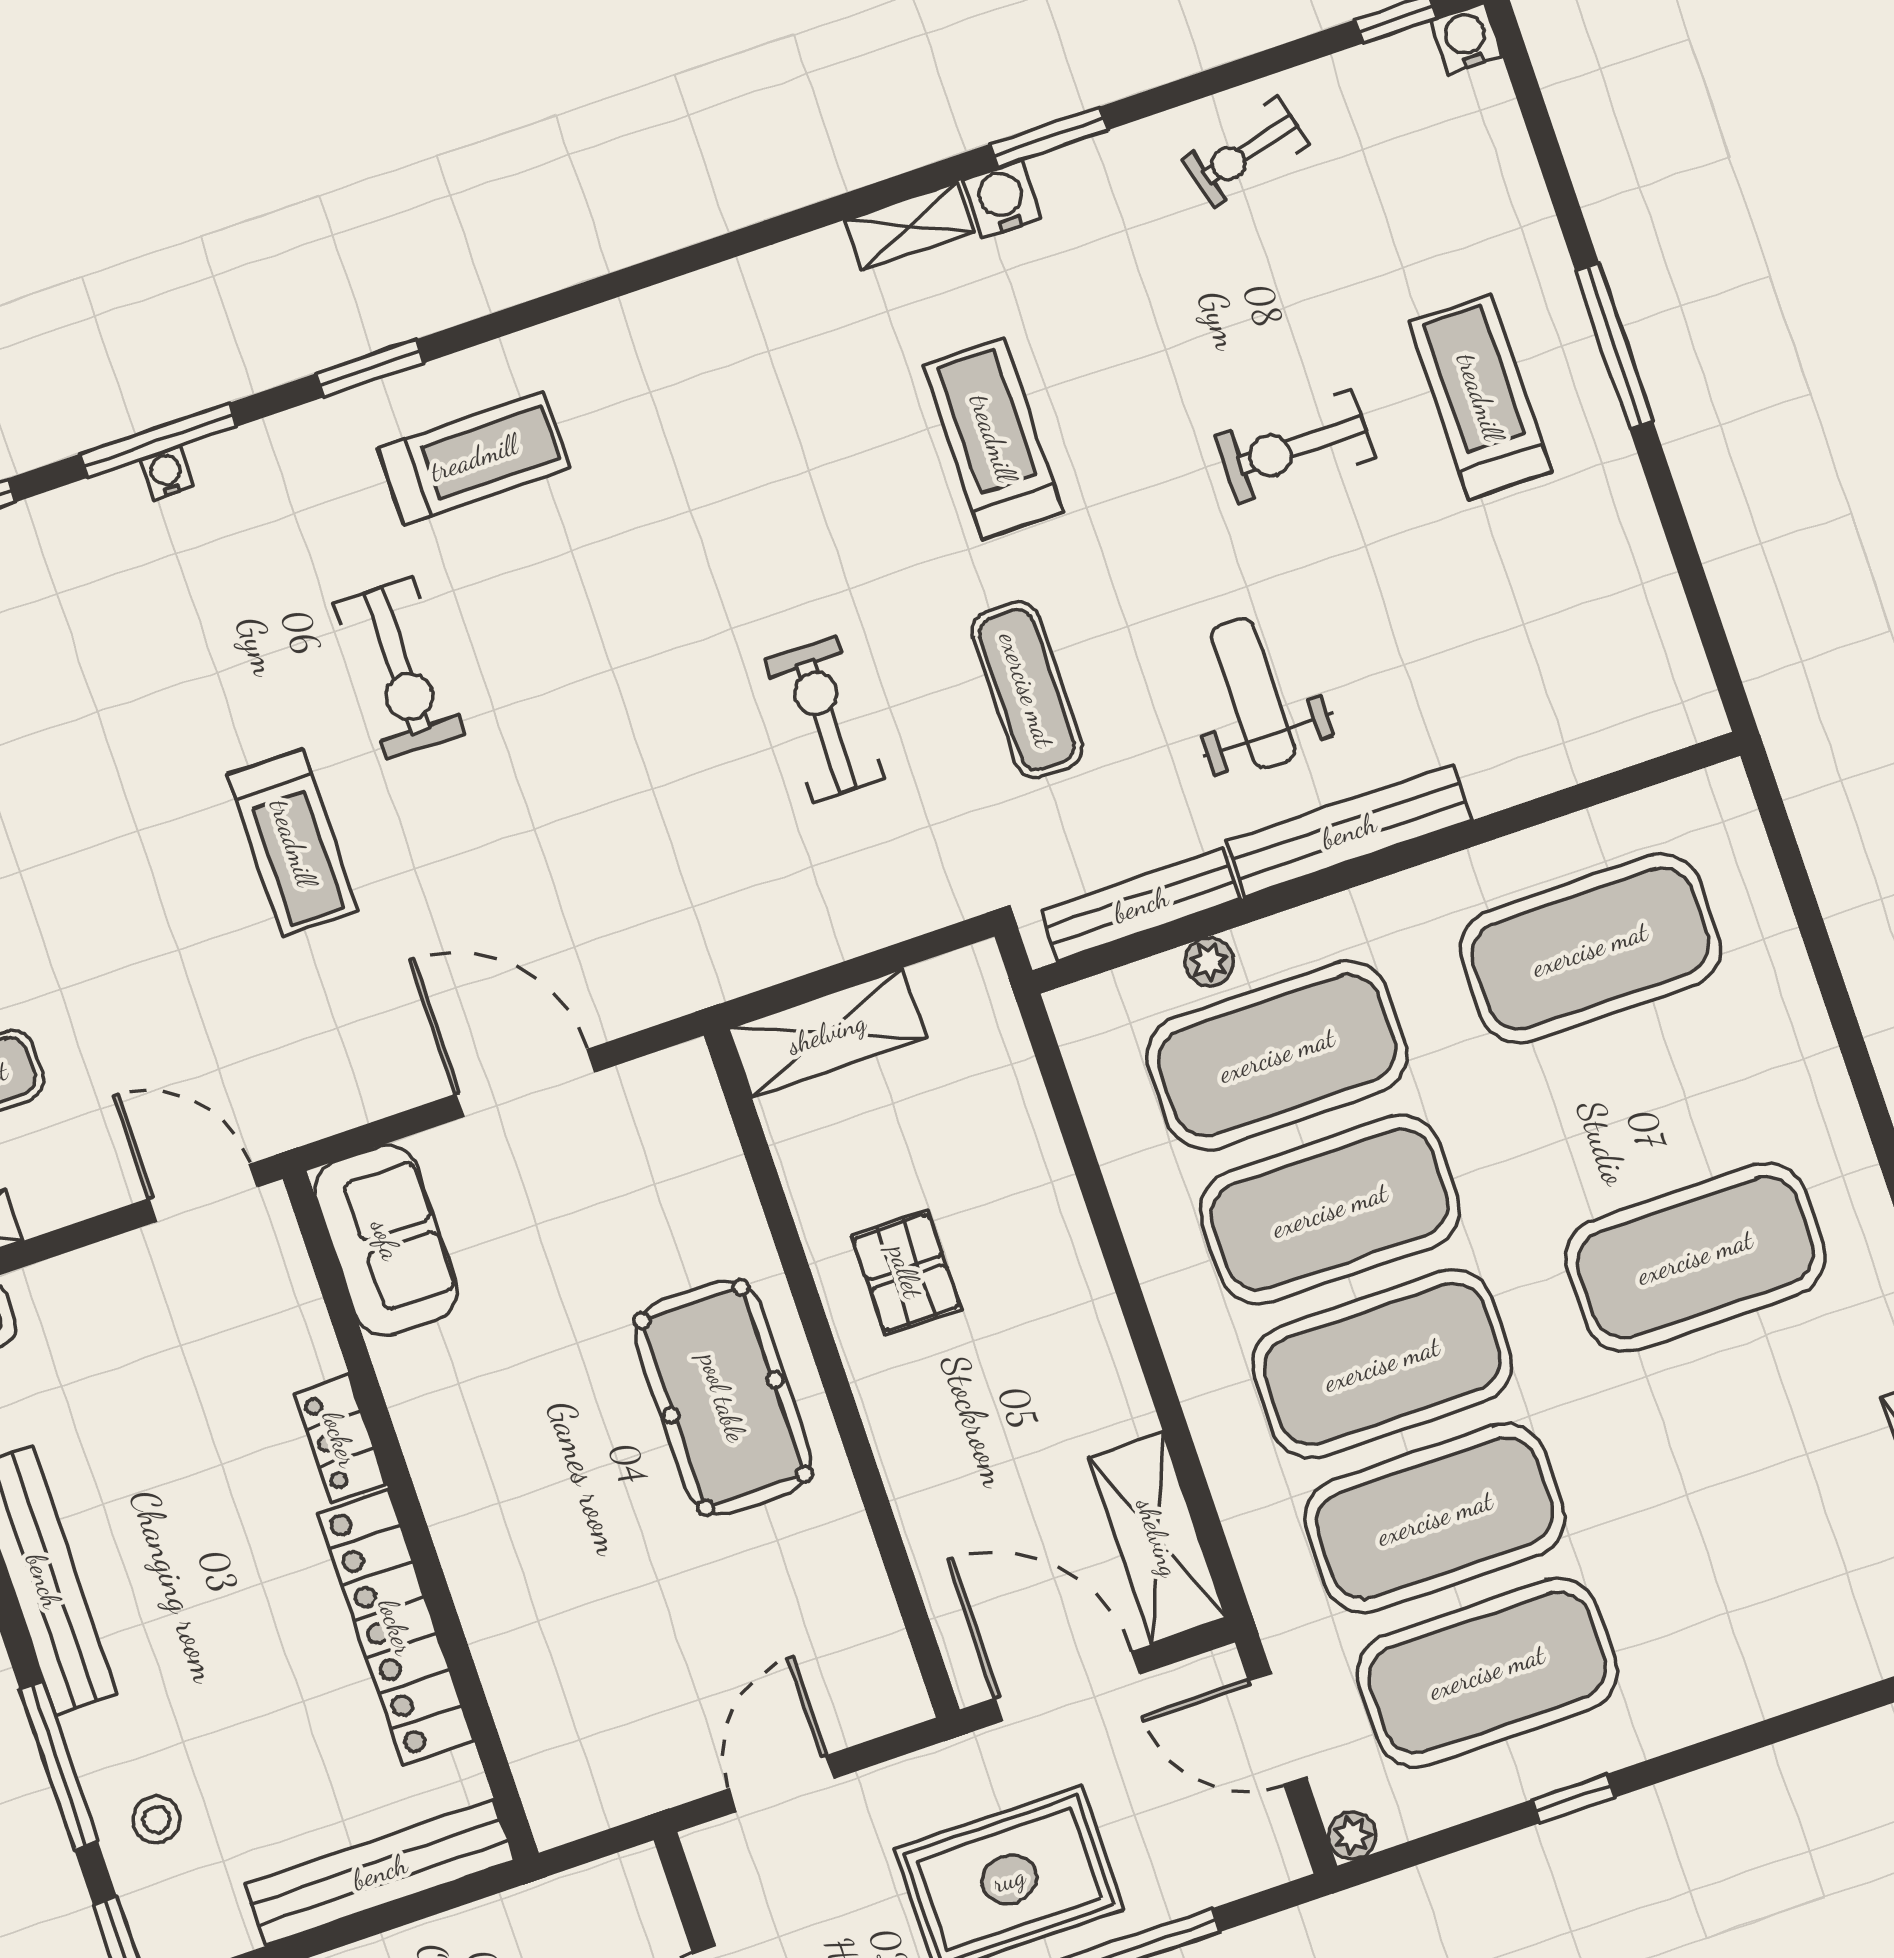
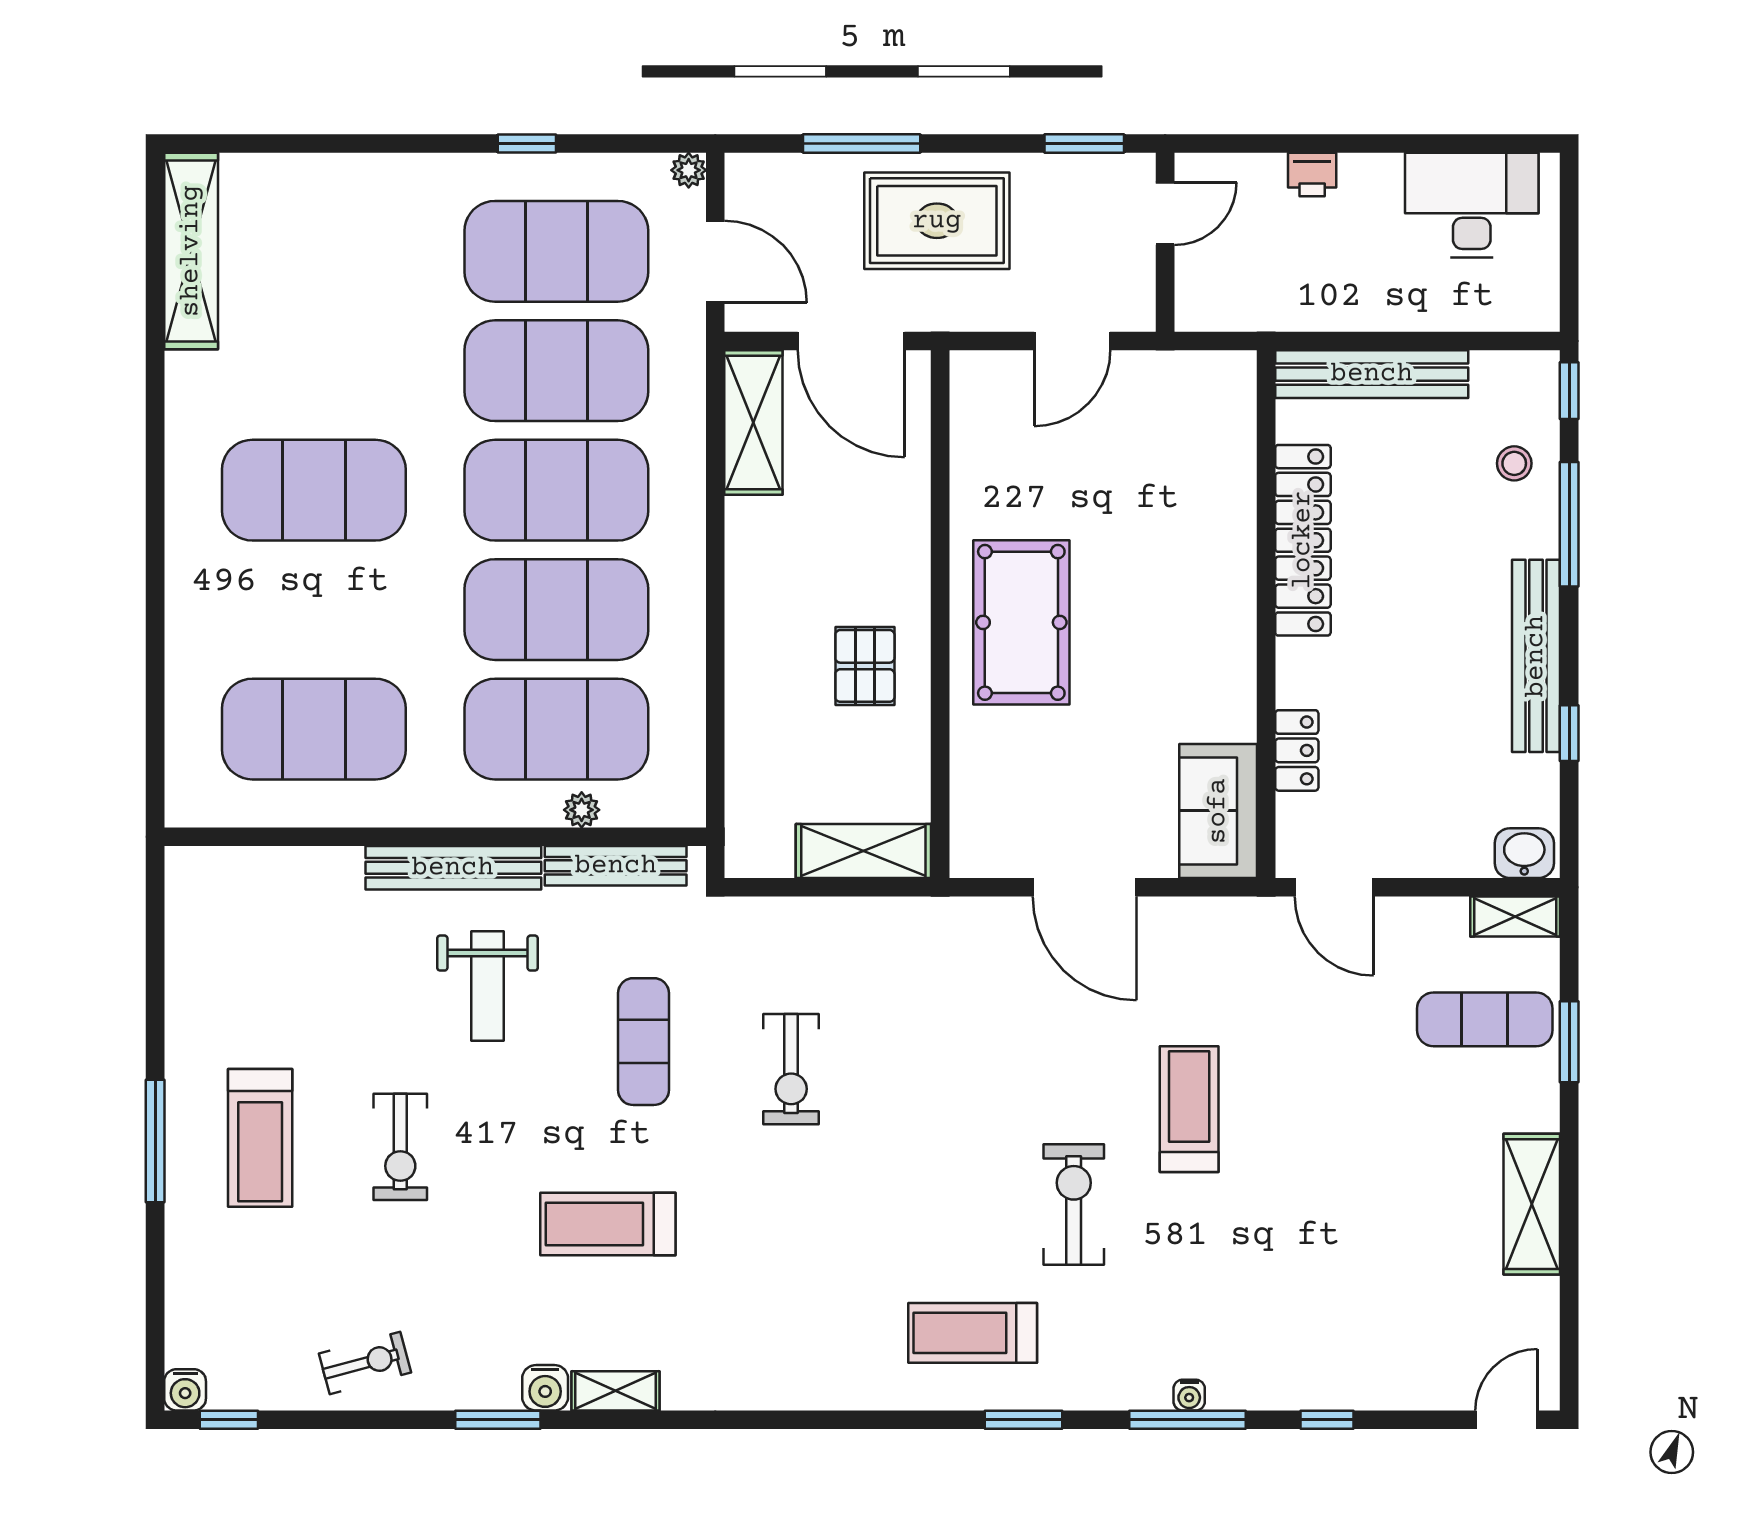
treadmill: (993, 438) -> (608, 1224), turned 90
exercise bike: (1295, 447) -> (400, 1147), turned 90
locker: (340, 1439) -> (1297, 750), moved

